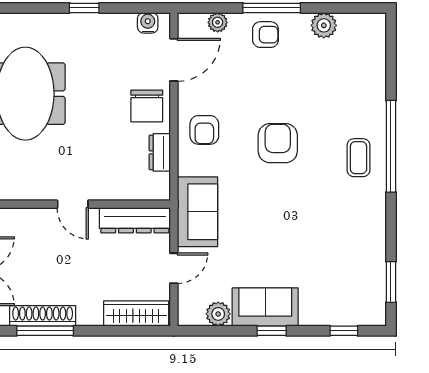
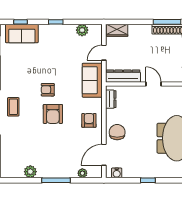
armchair: (265, 35) -> (48, 90), moved
dresser: (160, 152) -> (111, 99), moved
sofa: (265, 307) -> (22, 34), moved
wardrobe: (136, 314) -> (117, 30), width x0.67

